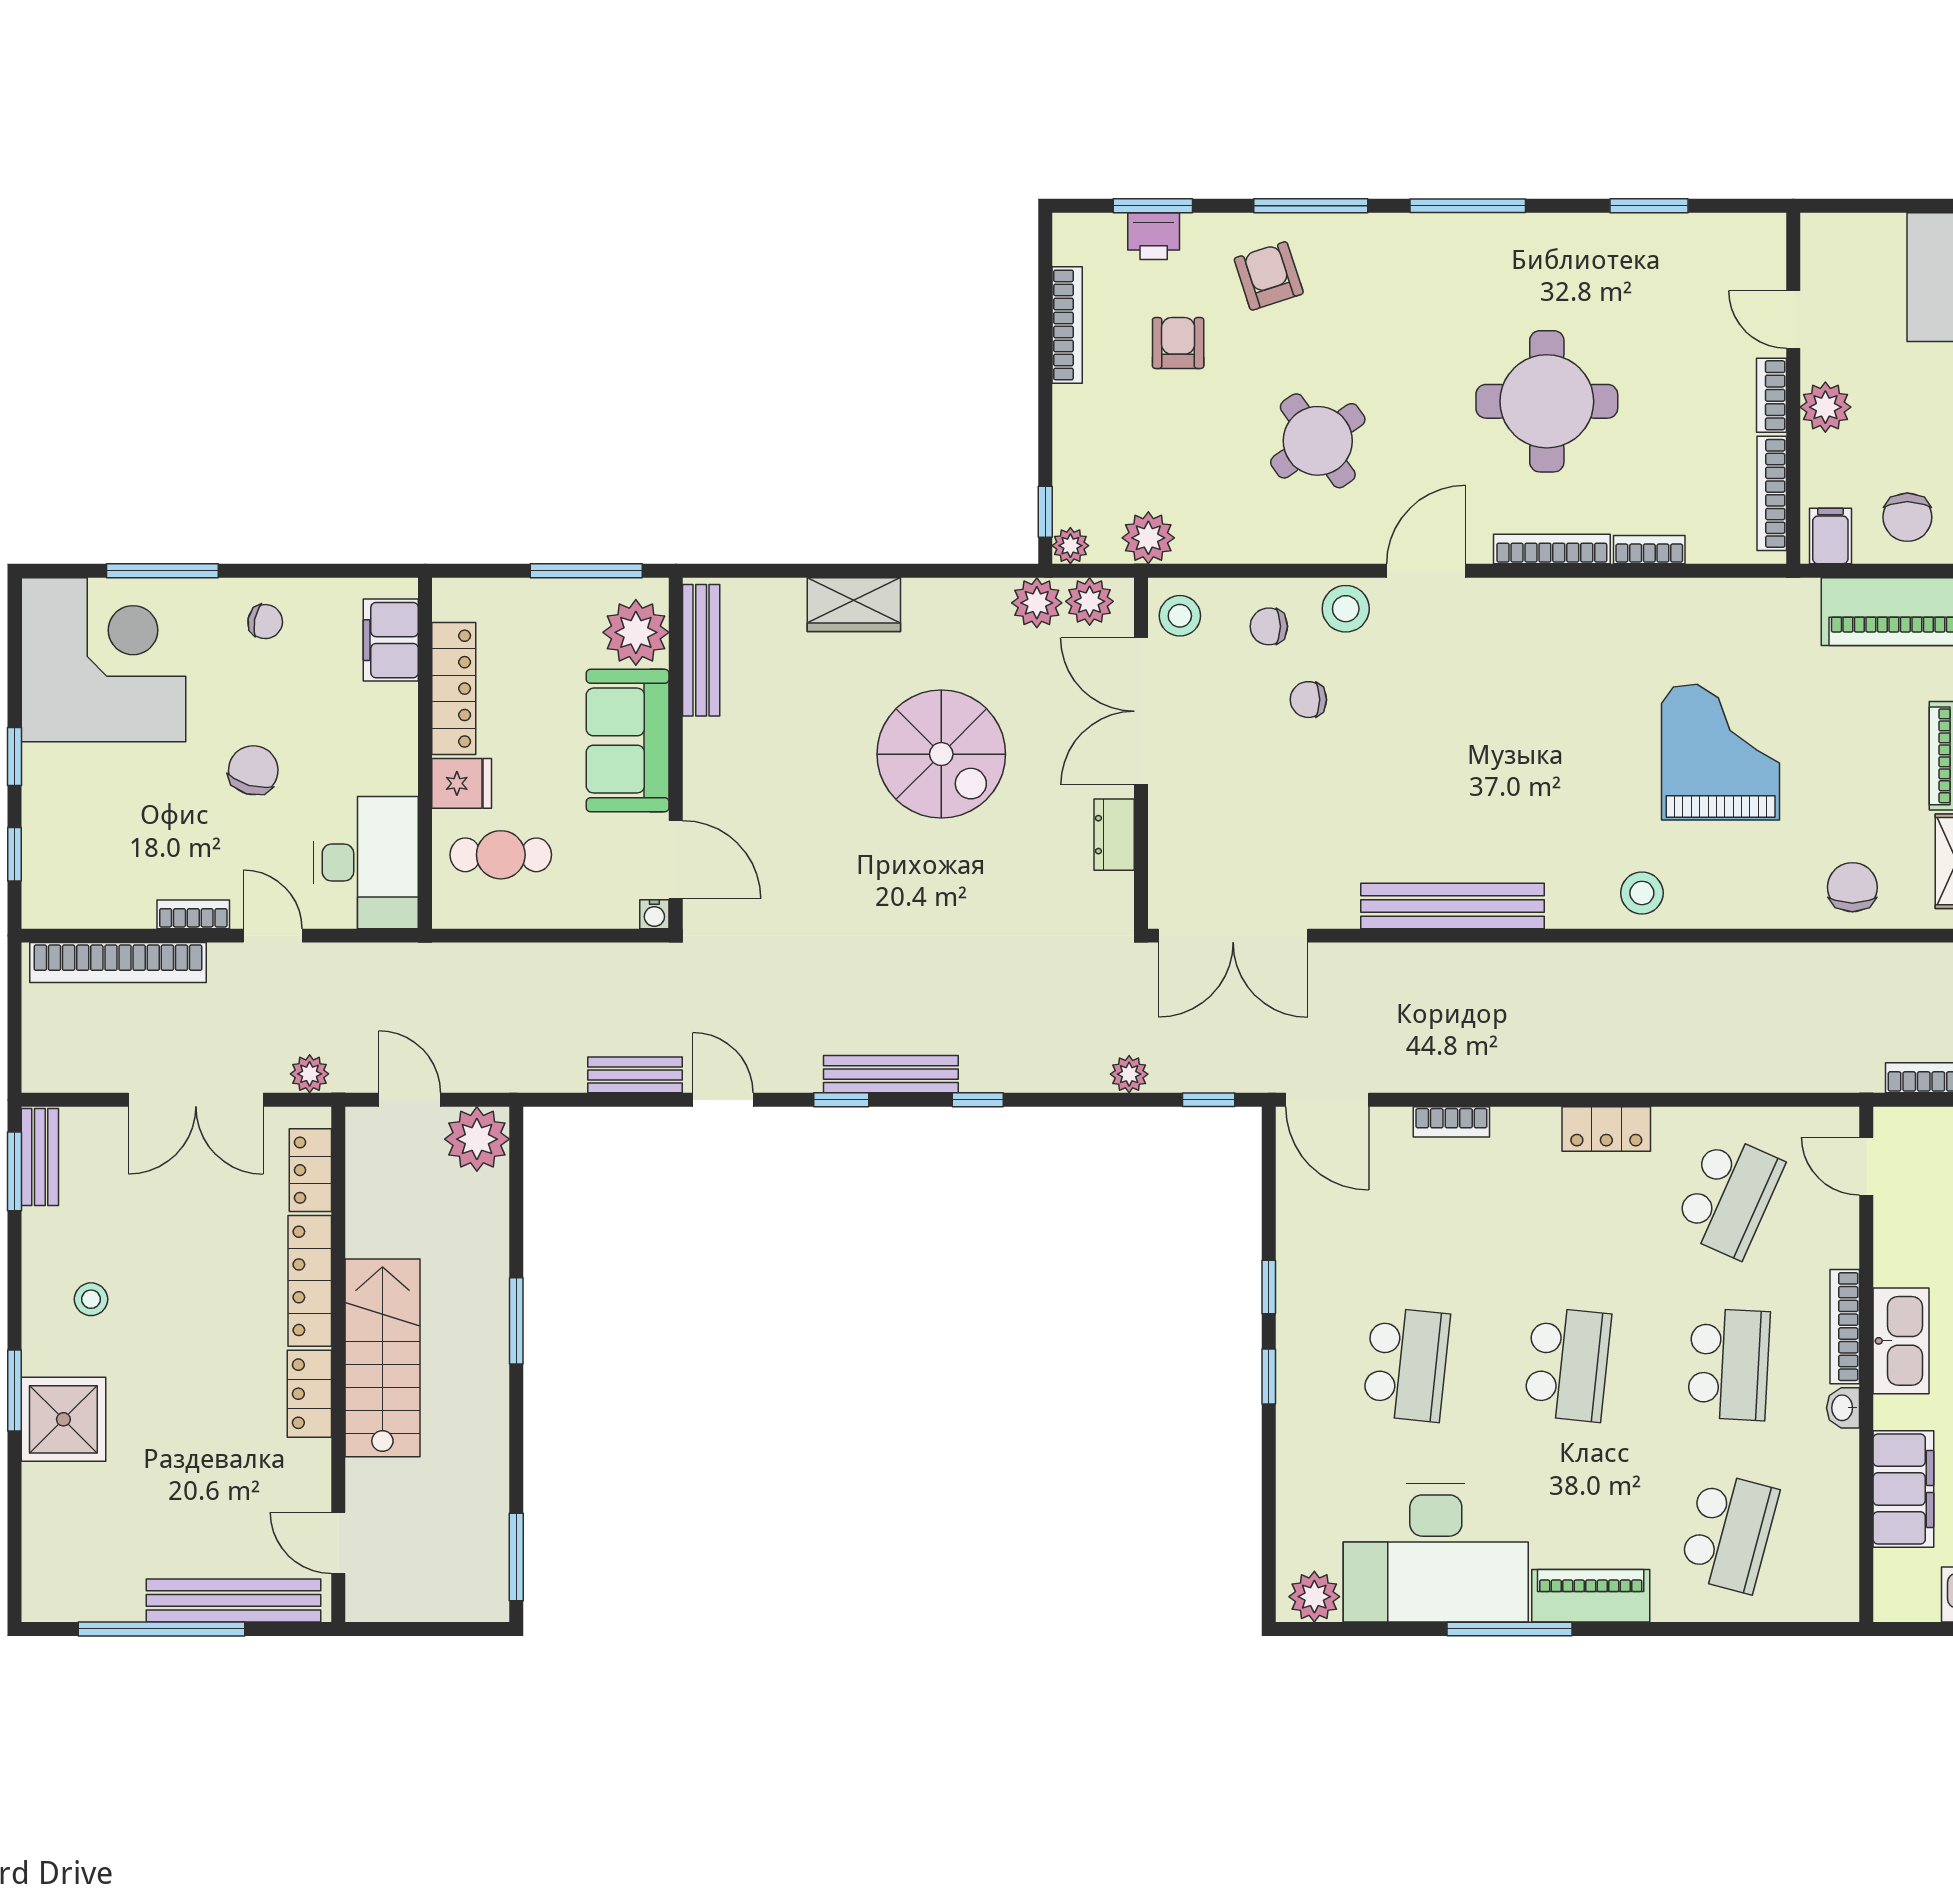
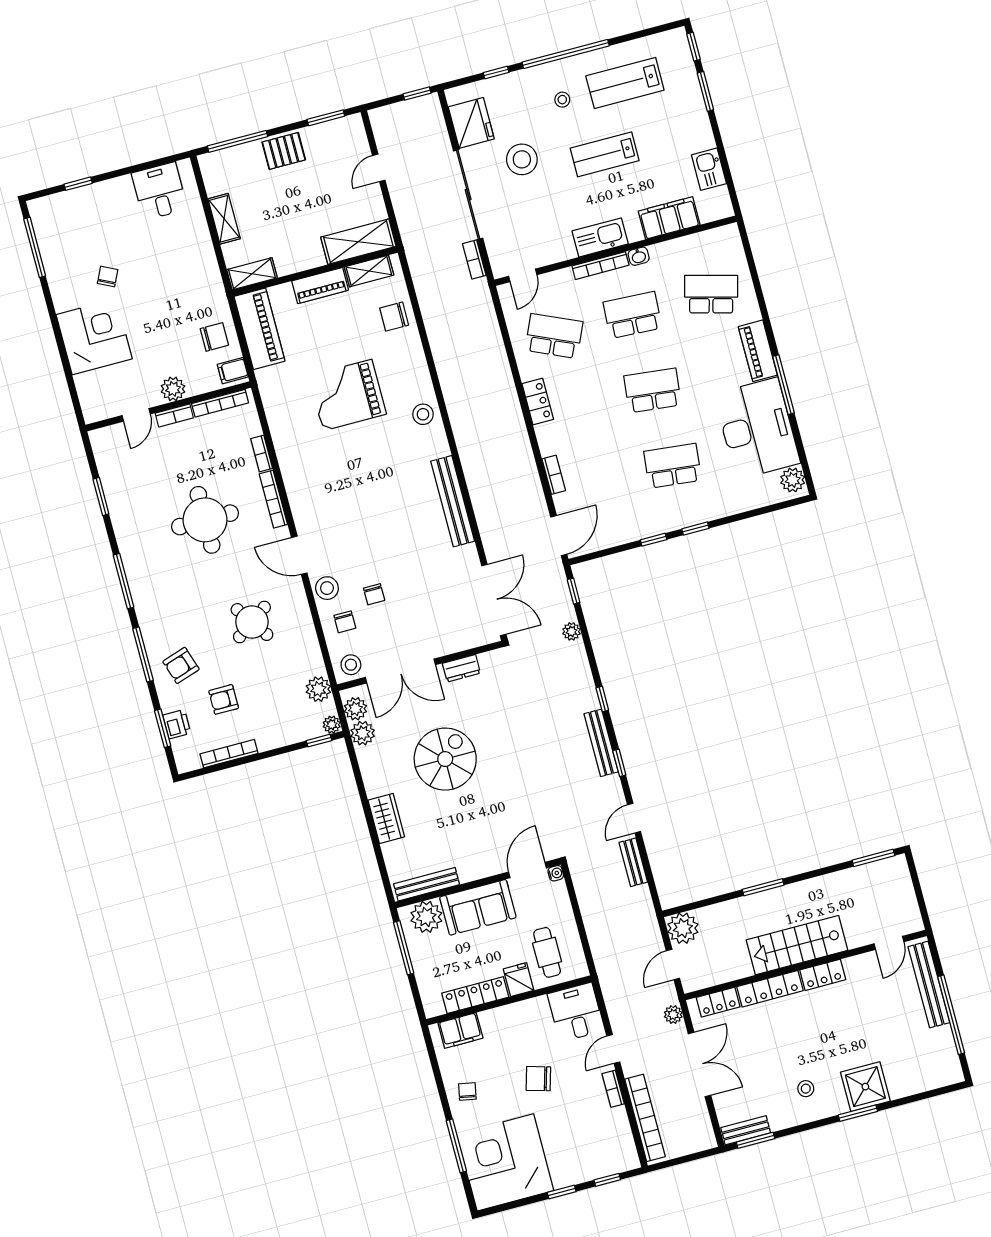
desk: (366, 863) -> (576, 1012), width x0.73

